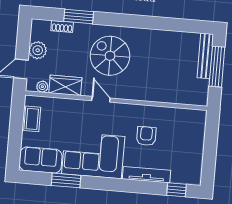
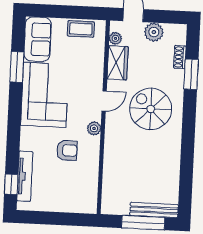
spiral stairs: (110, 56) -> (151, 109), turned -90
plant: (126, 110) -> (94, 128), added
tv unit: (146, 175) -> (25, 176), moved

